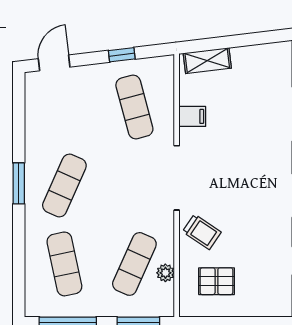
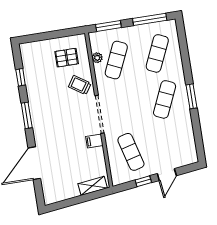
door: (54, 63) -> (167, 175), moved
filing cabinet: (192, 116) -> (94, 141), moved
exercise mat: (64, 264) -> (157, 53), turned 36

